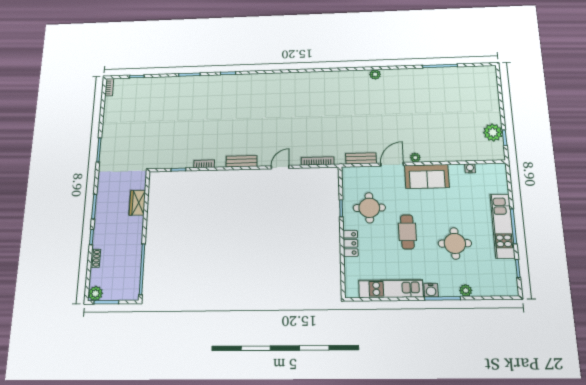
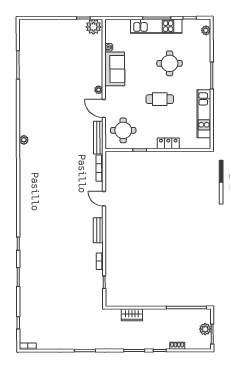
plant: (375, 74) -> (24, 140), moved
plant: (493, 132) -> (93, 27), moved
bench: (361, 158) -> (98, 138), width x1.36
sofa: (427, 176) -> (115, 69), moved
round table: (369, 208) -> (123, 130), moved
water cooler: (431, 290) -> (206, 84), removed
plant: (466, 290) -> (206, 30), moved
plant: (95, 293) -> (205, 329), moved

